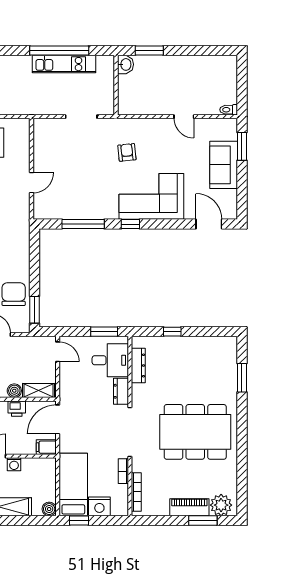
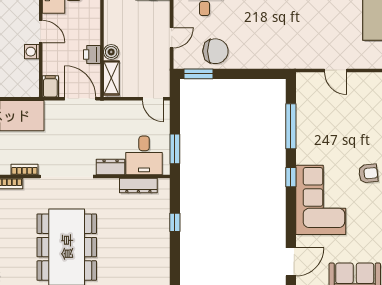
door: (58, 352) -> (153, 99), hinge flipped

